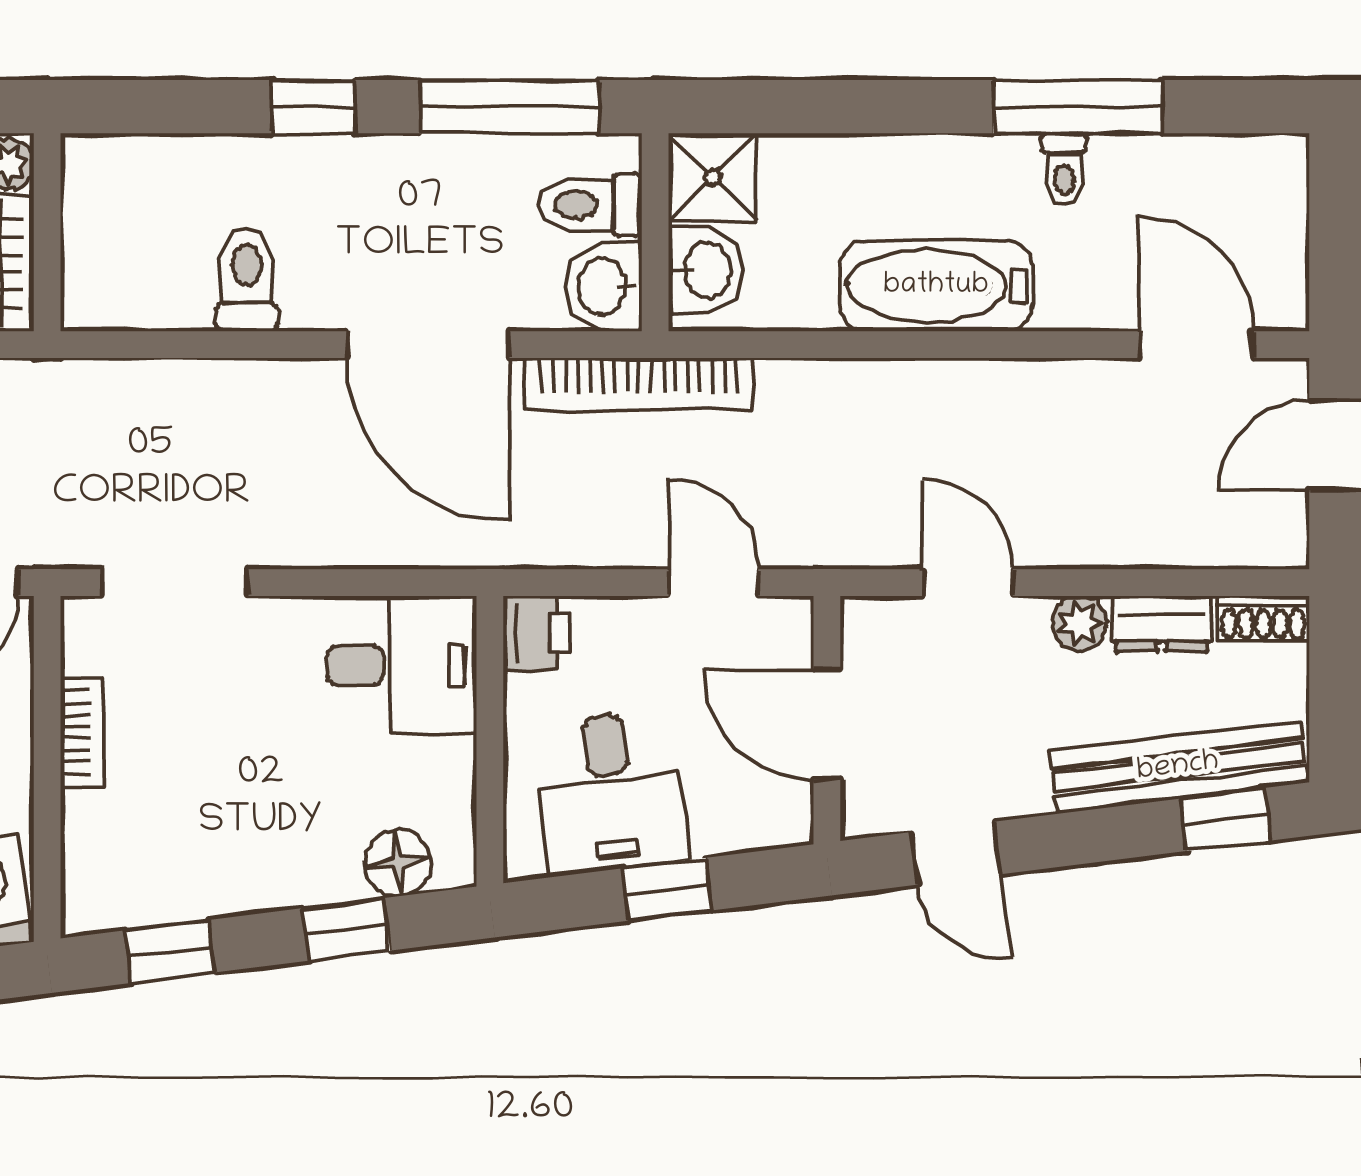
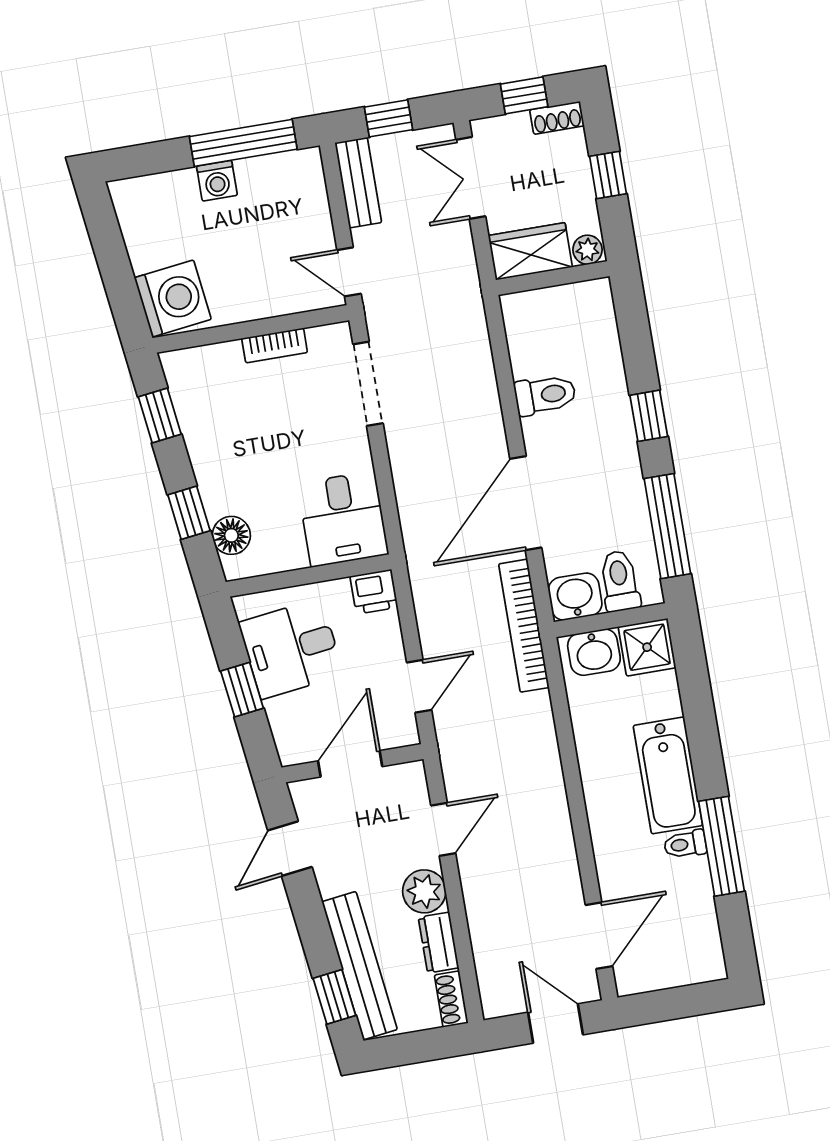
bathtub: (936, 286) -> (668, 775), moved, turned 180
plant: (1079, 623) -> (424, 891), width x1.38, depth x1.38

